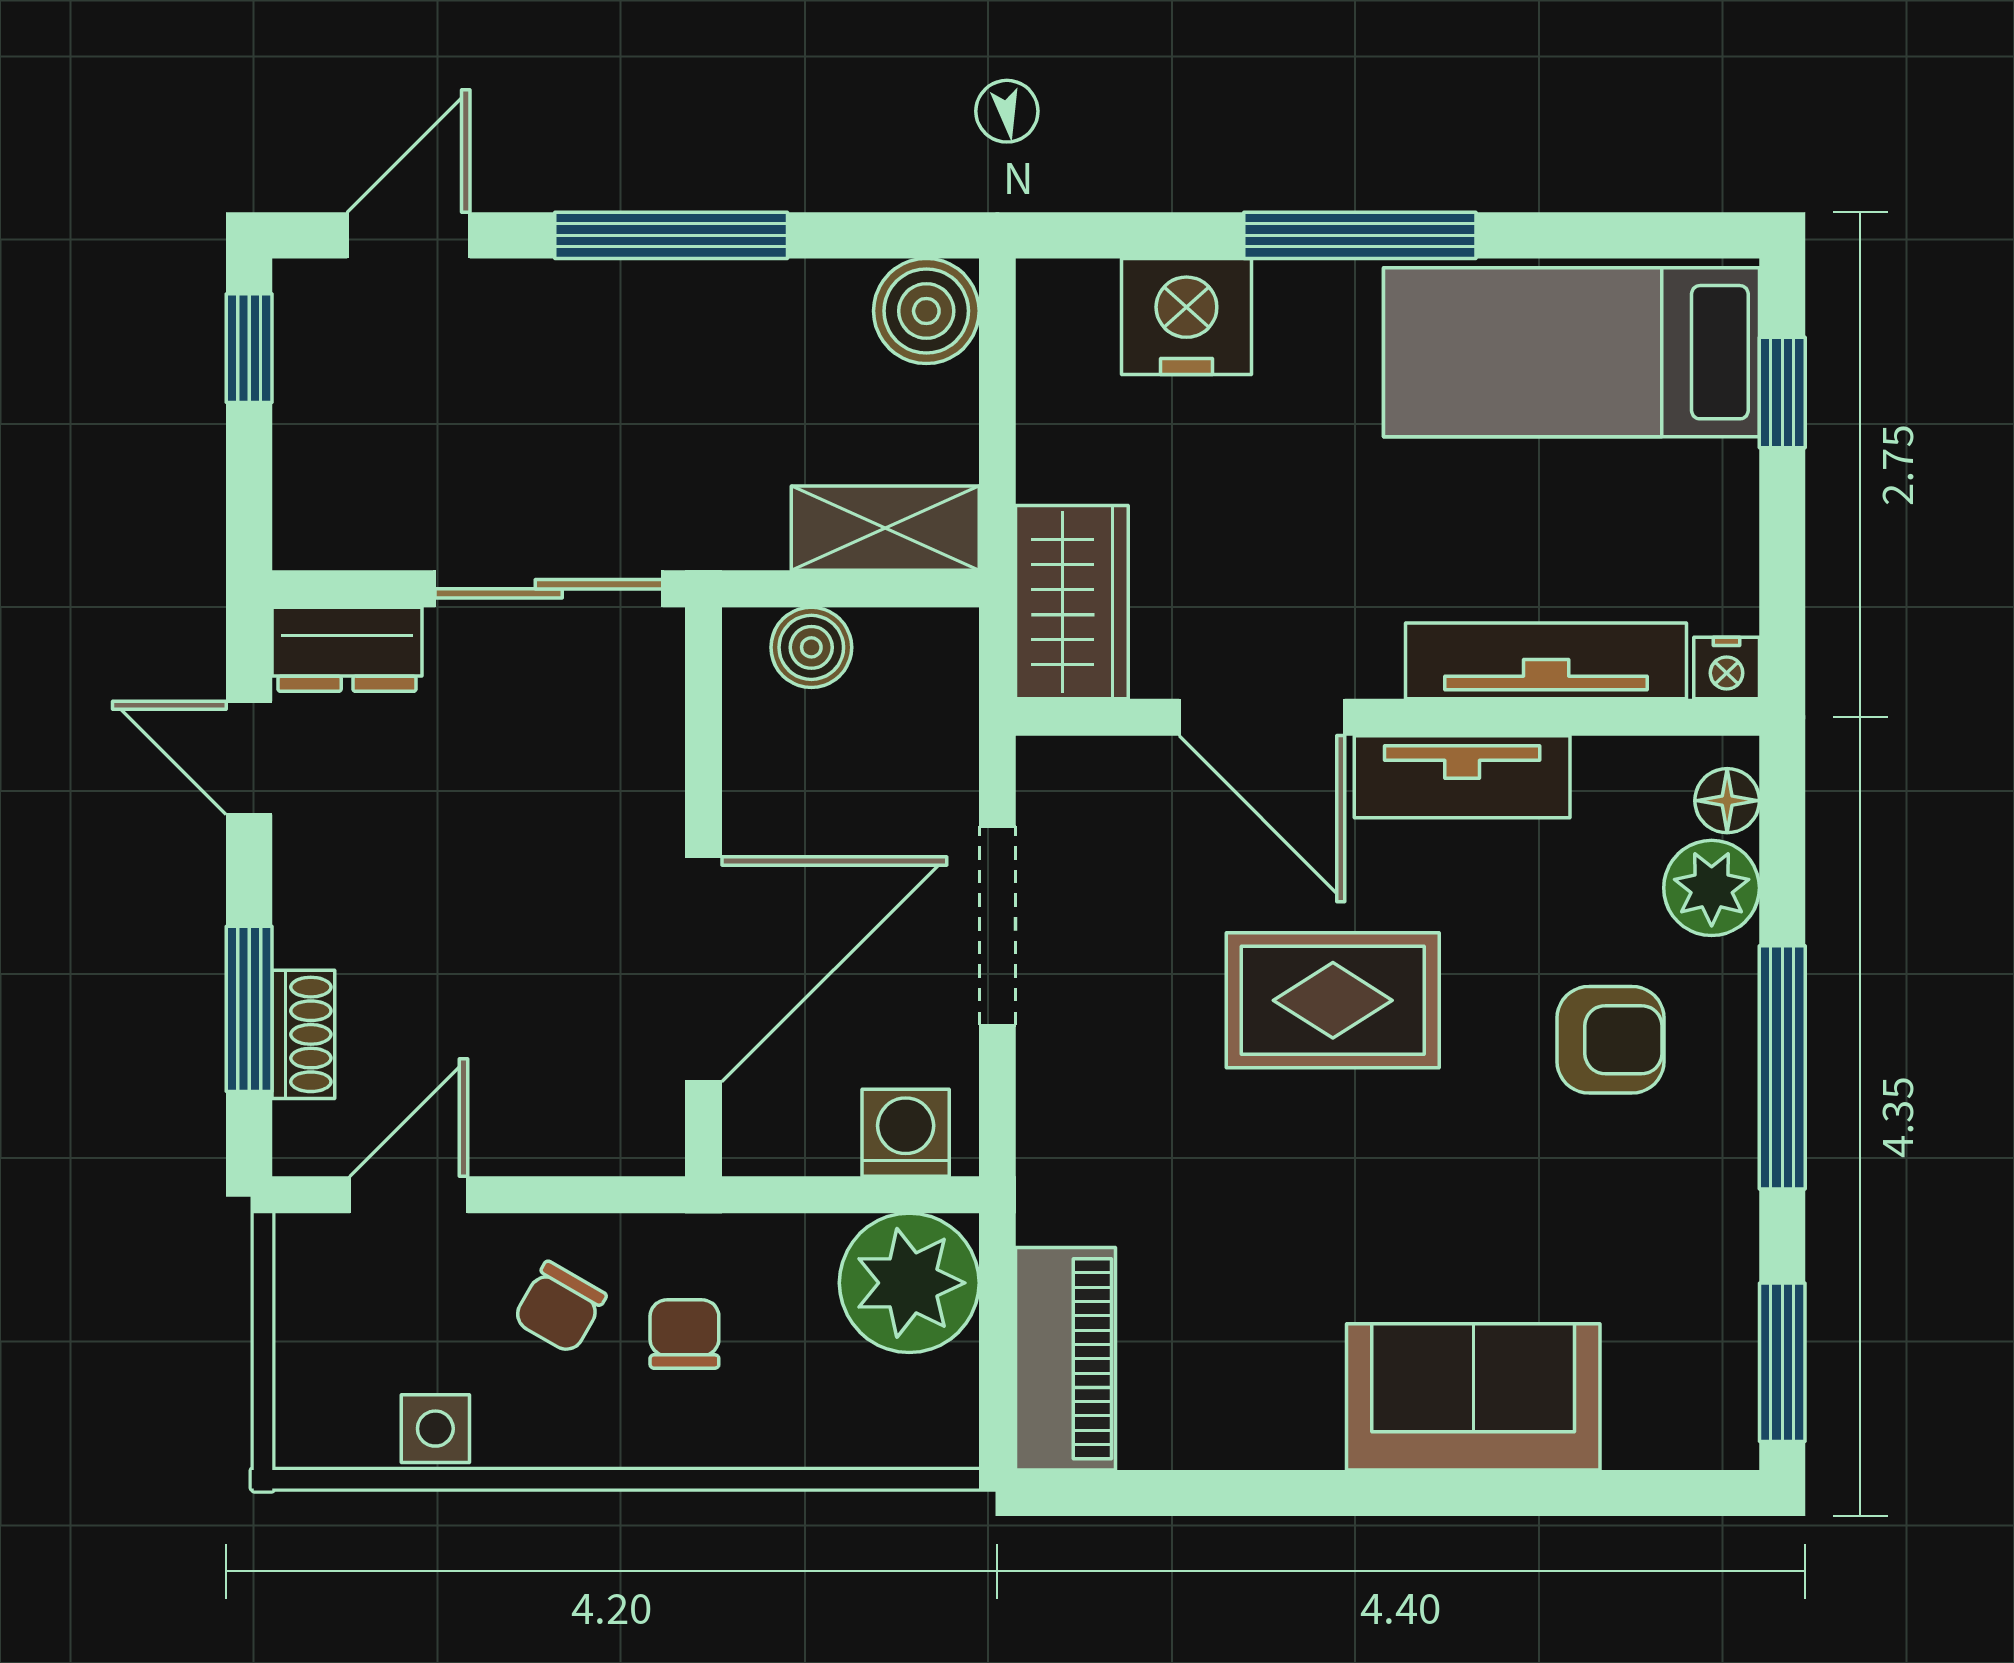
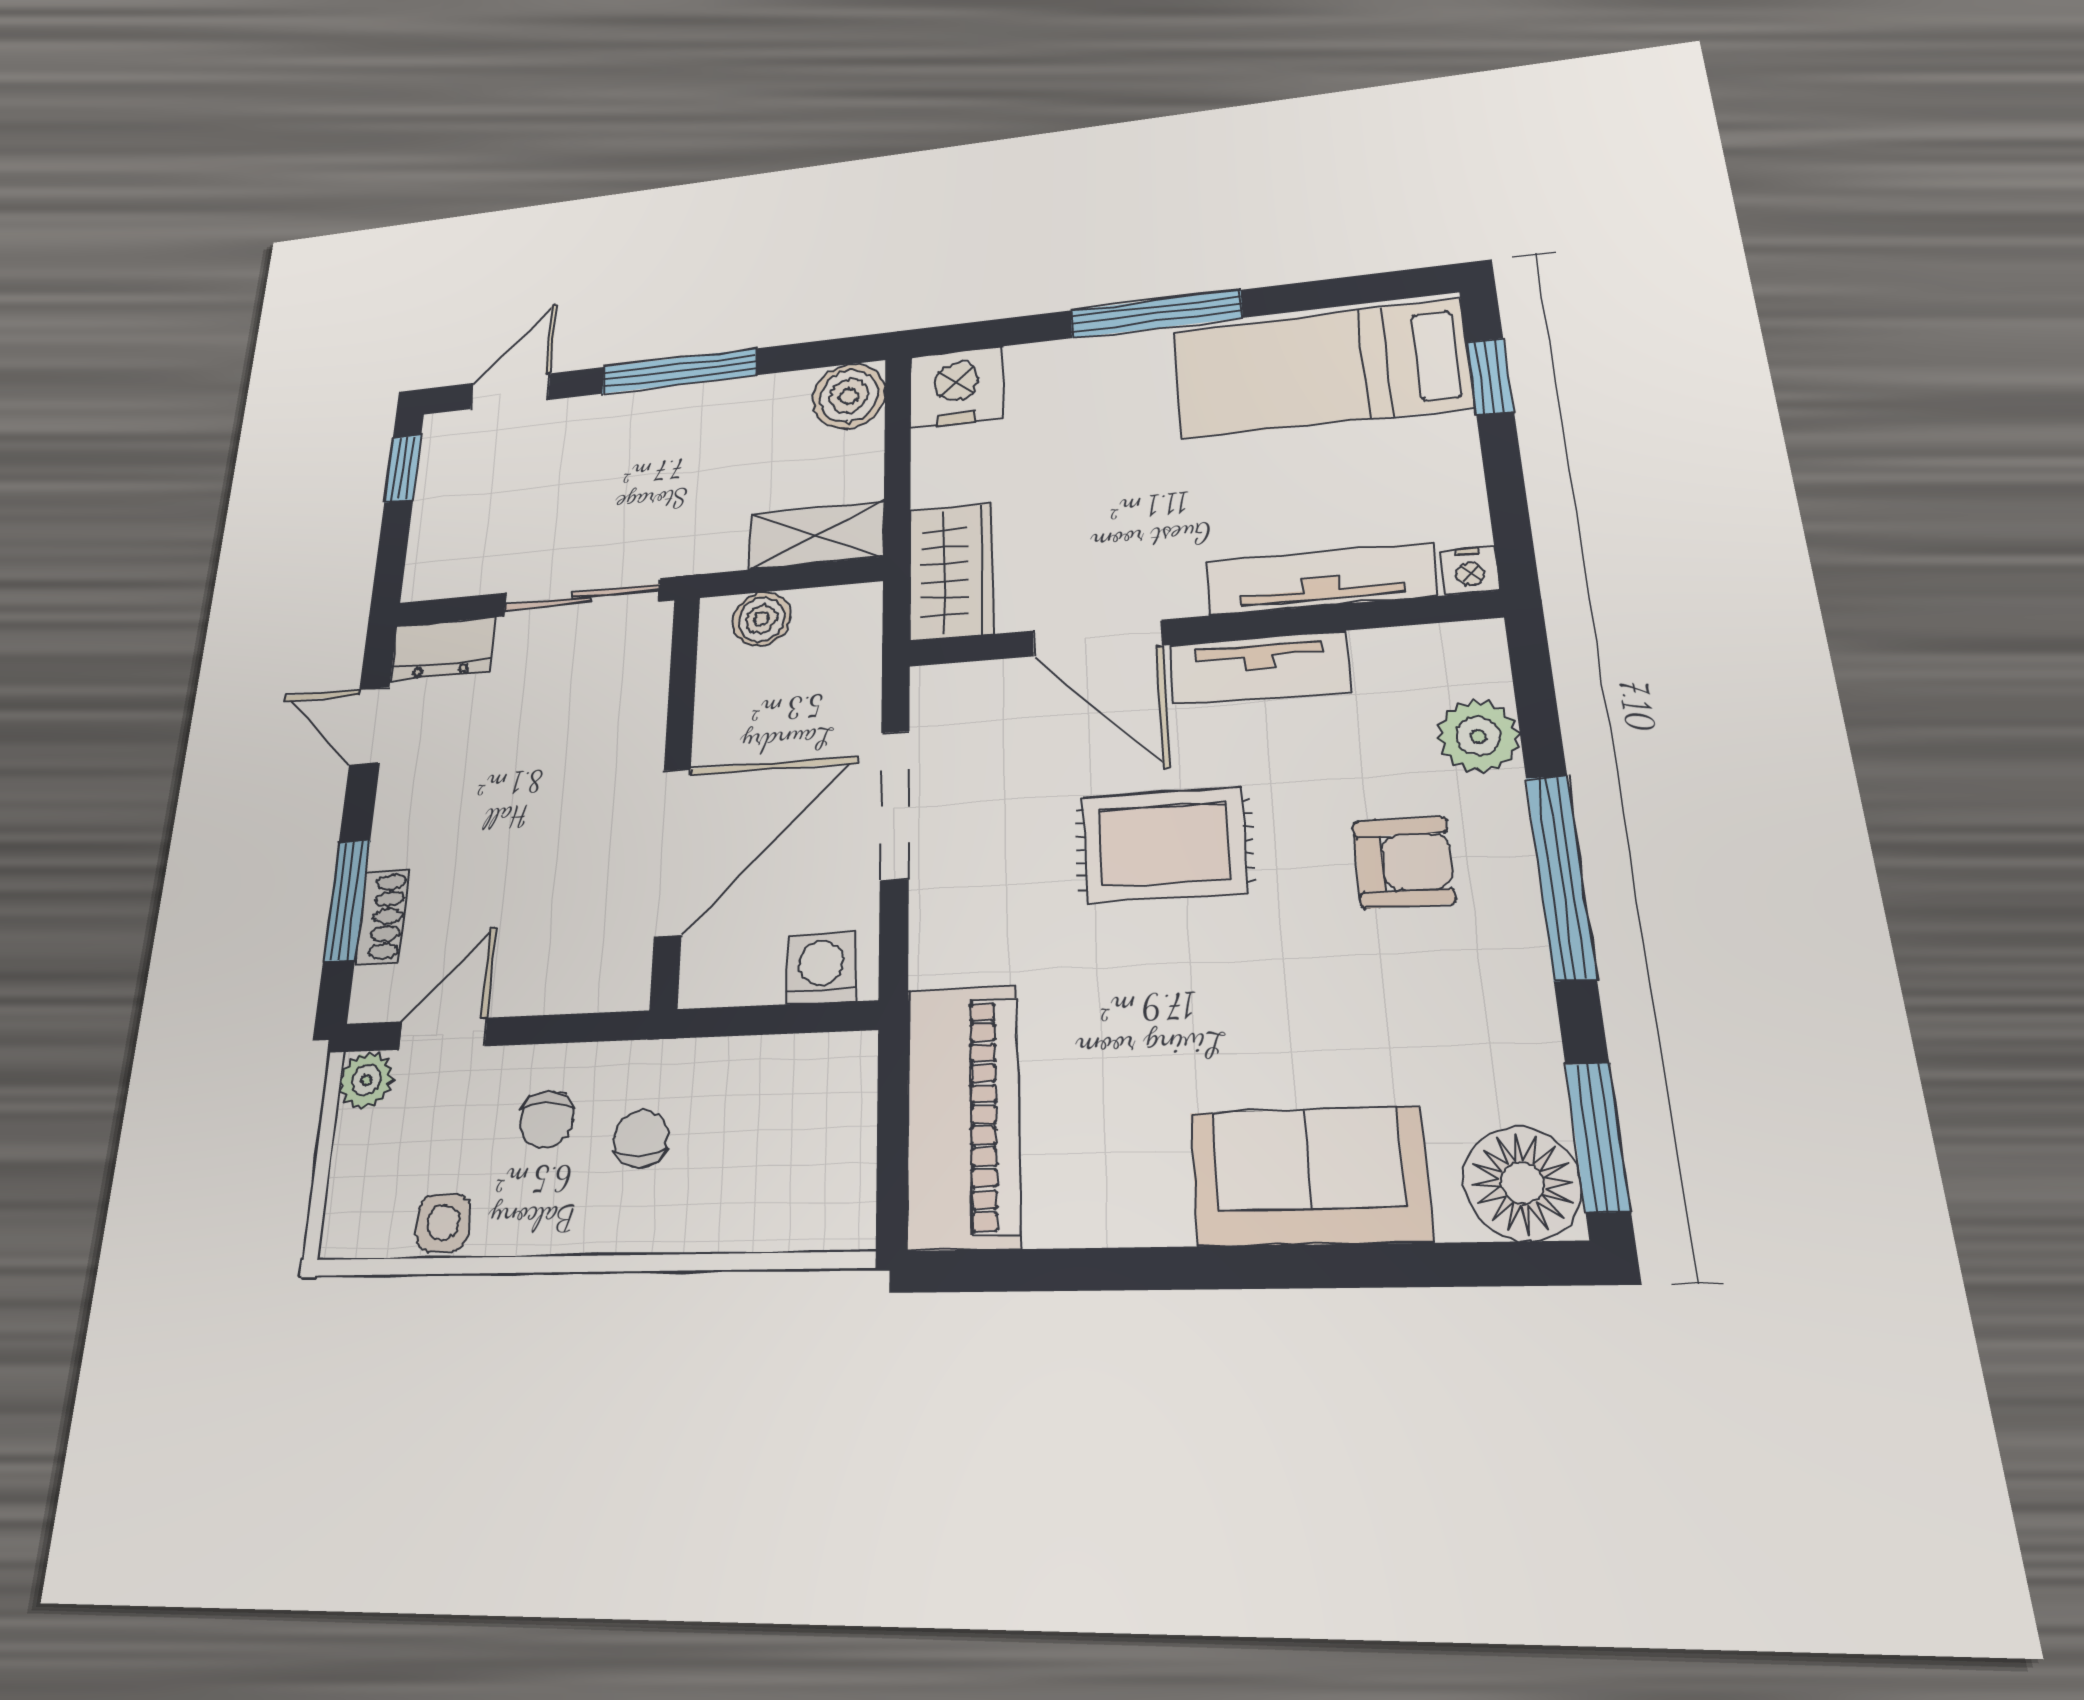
nightstand: (1186, 316) -> (956, 387), moved
floor lamp: (1727, 801) -> (1522, 1183), moved, width x1.89, depth x1.89
plant: (909, 1283) -> (366, 1080), moved, width x0.53, depth x0.53
chair: (560, 1308) -> (546, 1120), turned -30
piano: (1066, 1359) -> (963, 1115), width x1.37, depth x1.33

